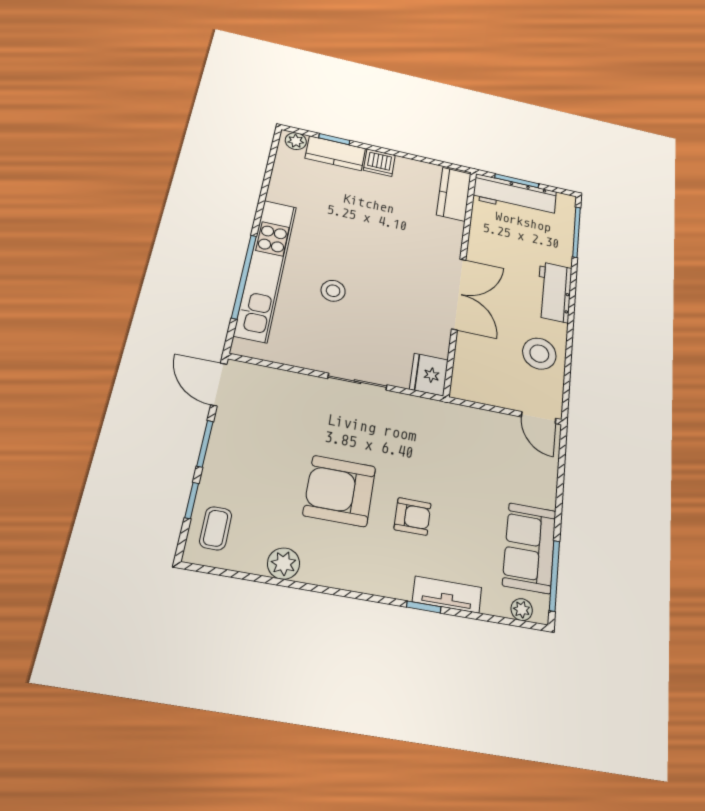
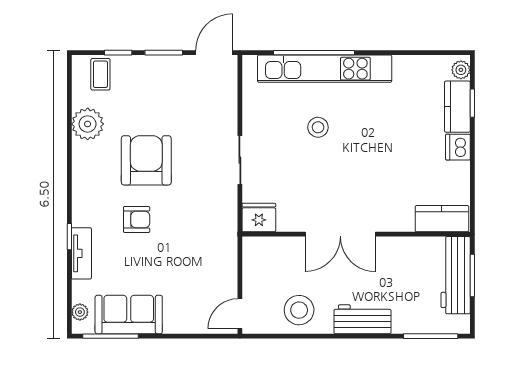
armchair: (413, 516) -> (137, 219), turned -90
coffee table: (216, 528) -> (100, 74), turned 90
plant: (284, 564) -> (88, 124), width x1.36, depth x1.36

